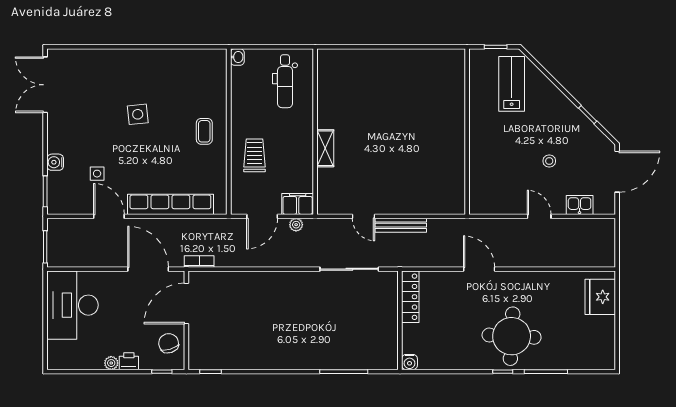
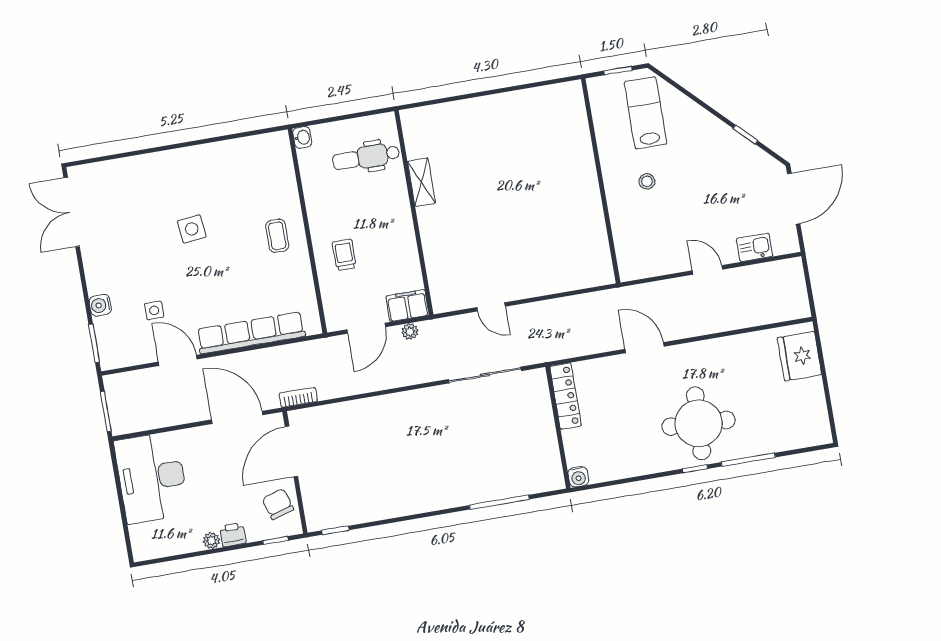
dental chair: (285, 81) -> (366, 157), turned 90
shelving: (325, 148) -> (421, 182), moved
trolley: (255, 155) -> (344, 255), width x0.73, depth x0.72
stool: (549, 161) -> (647, 181), moved
bench: (401, 225) -> (539, 310), removed

